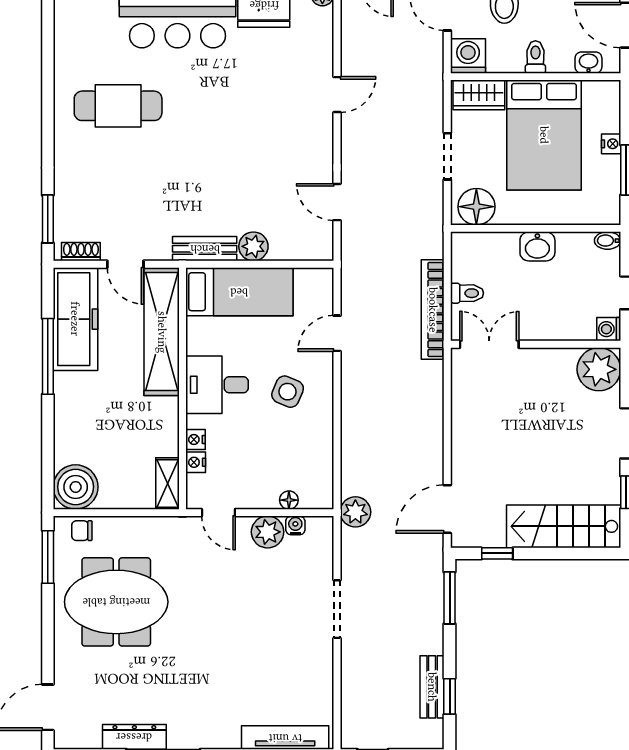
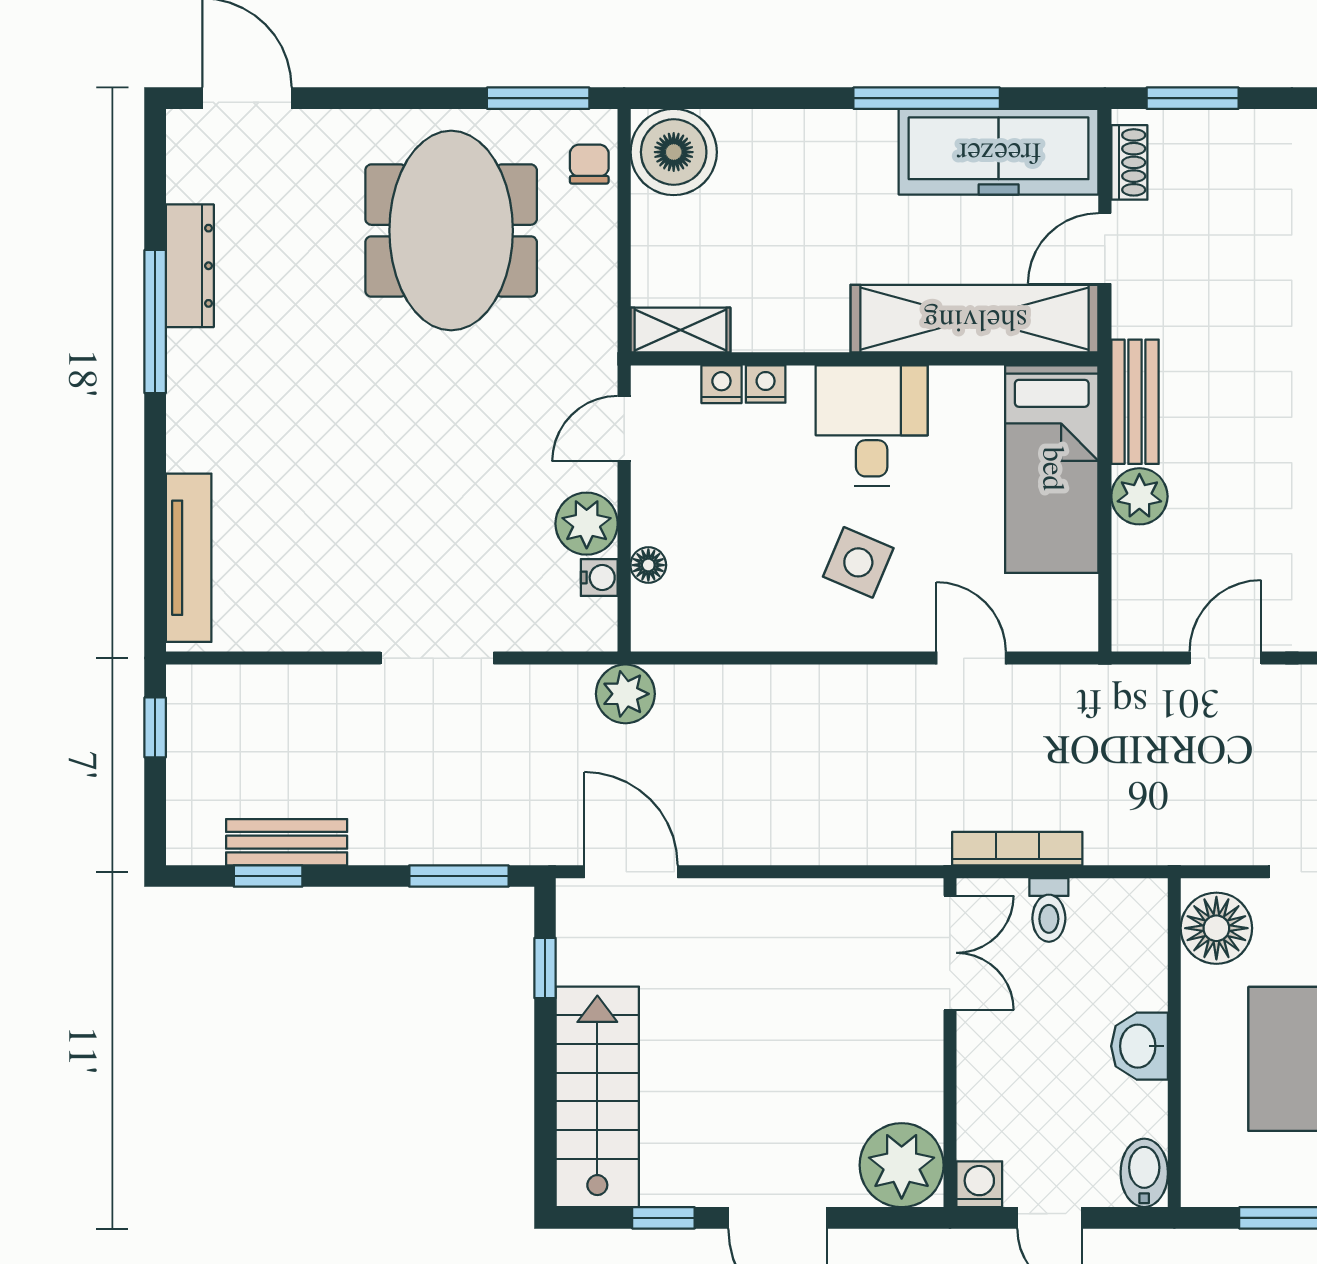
bidet: (608, 241) -> (1144, 1173), width x1.38, depth x1.36
bookcase: (433, 310) -> (1017, 849), width x0.68, depth x0.76

